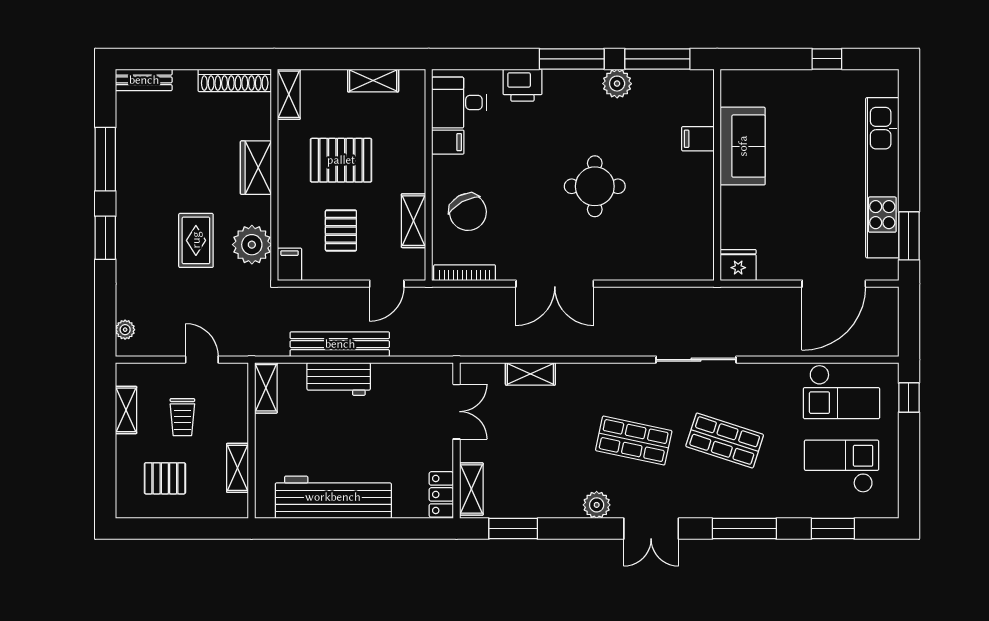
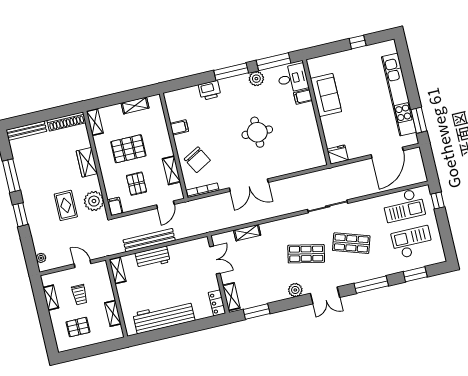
bench: (144, 80) -> (26, 131), width x1.36
desk: (459, 103) -> (293, 78), moved, turned 180

